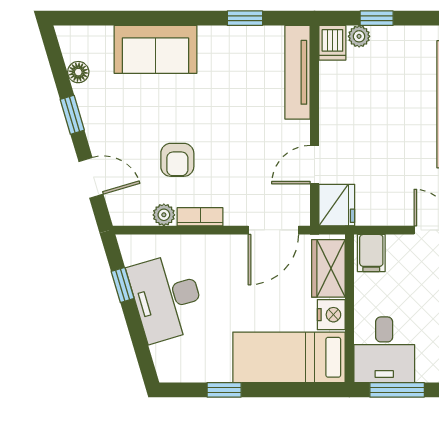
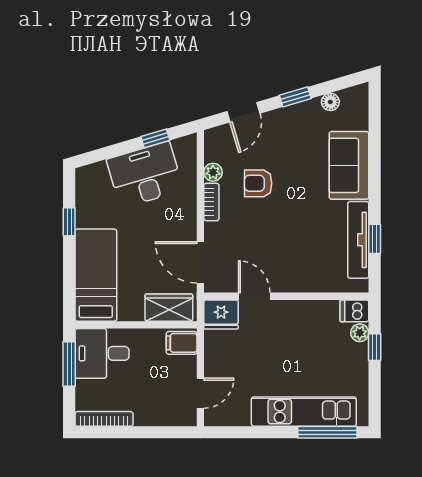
tv unit: (298, 72) -> (358, 240), moved, turned -90
nightstand: (331, 315) -> (131, 310), removed

